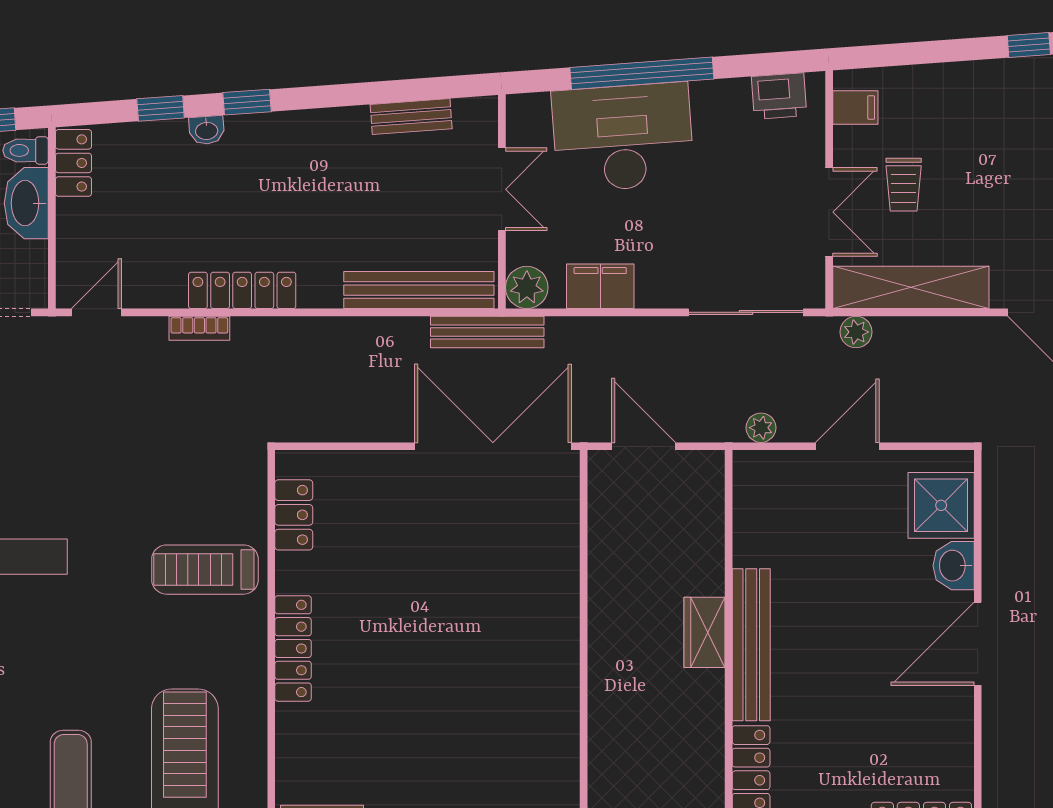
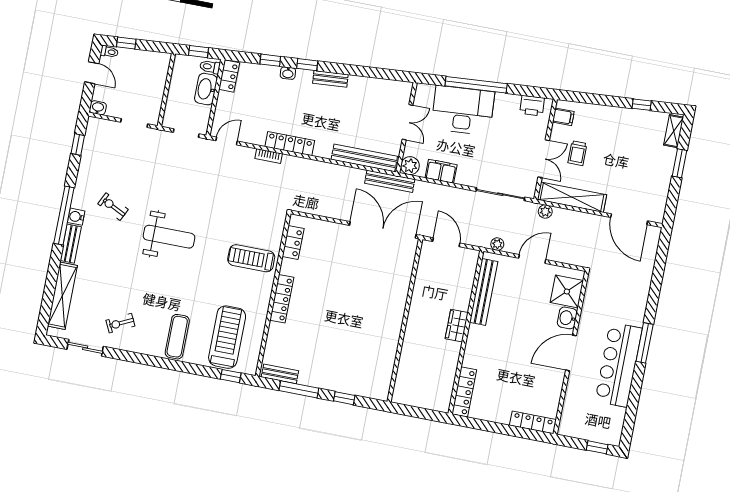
bench: (411, 117) -> (330, 79), moved
bench: (751, 645) -> (484, 292), moved

